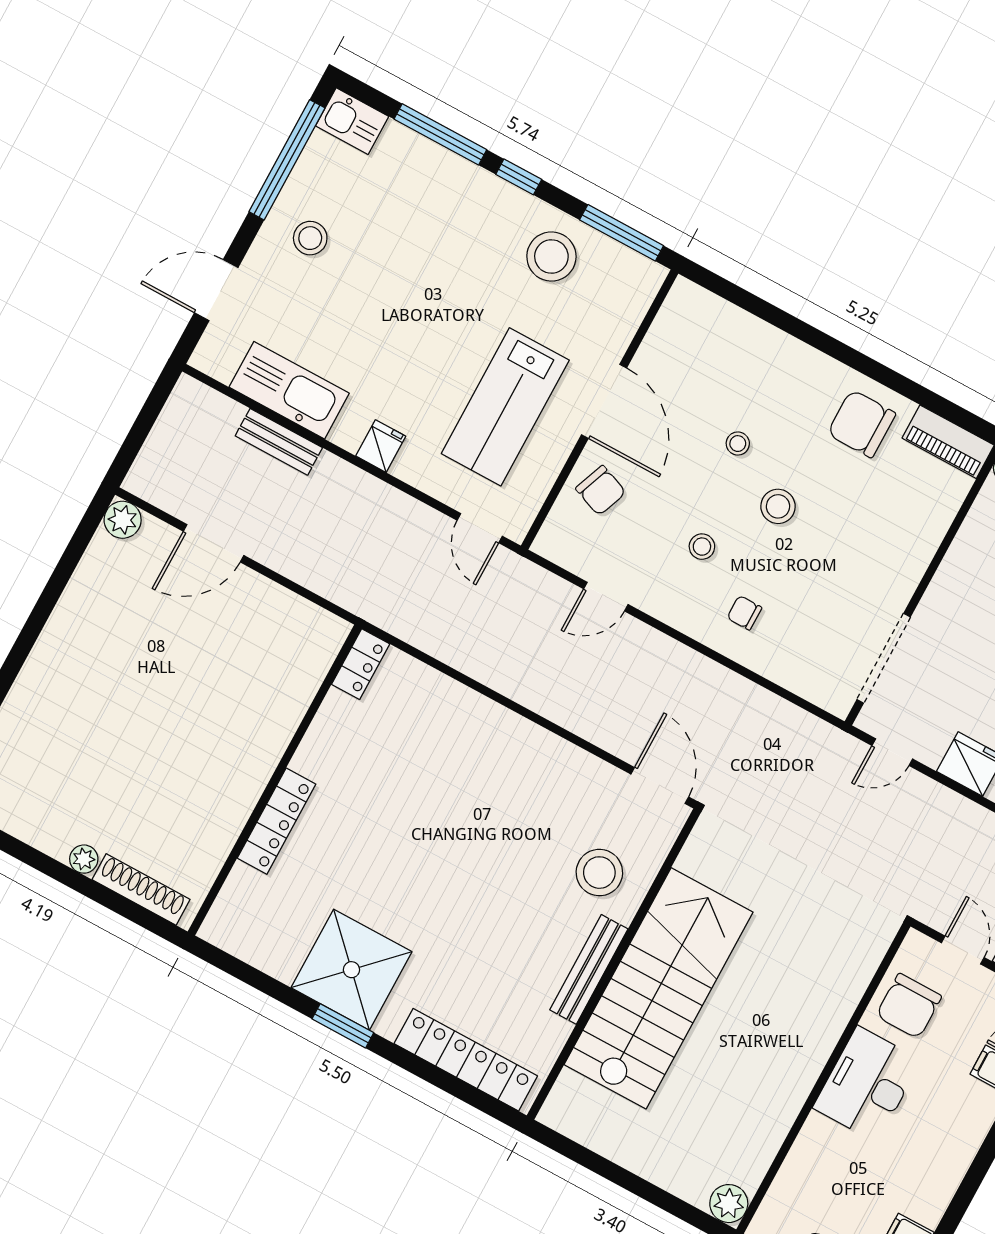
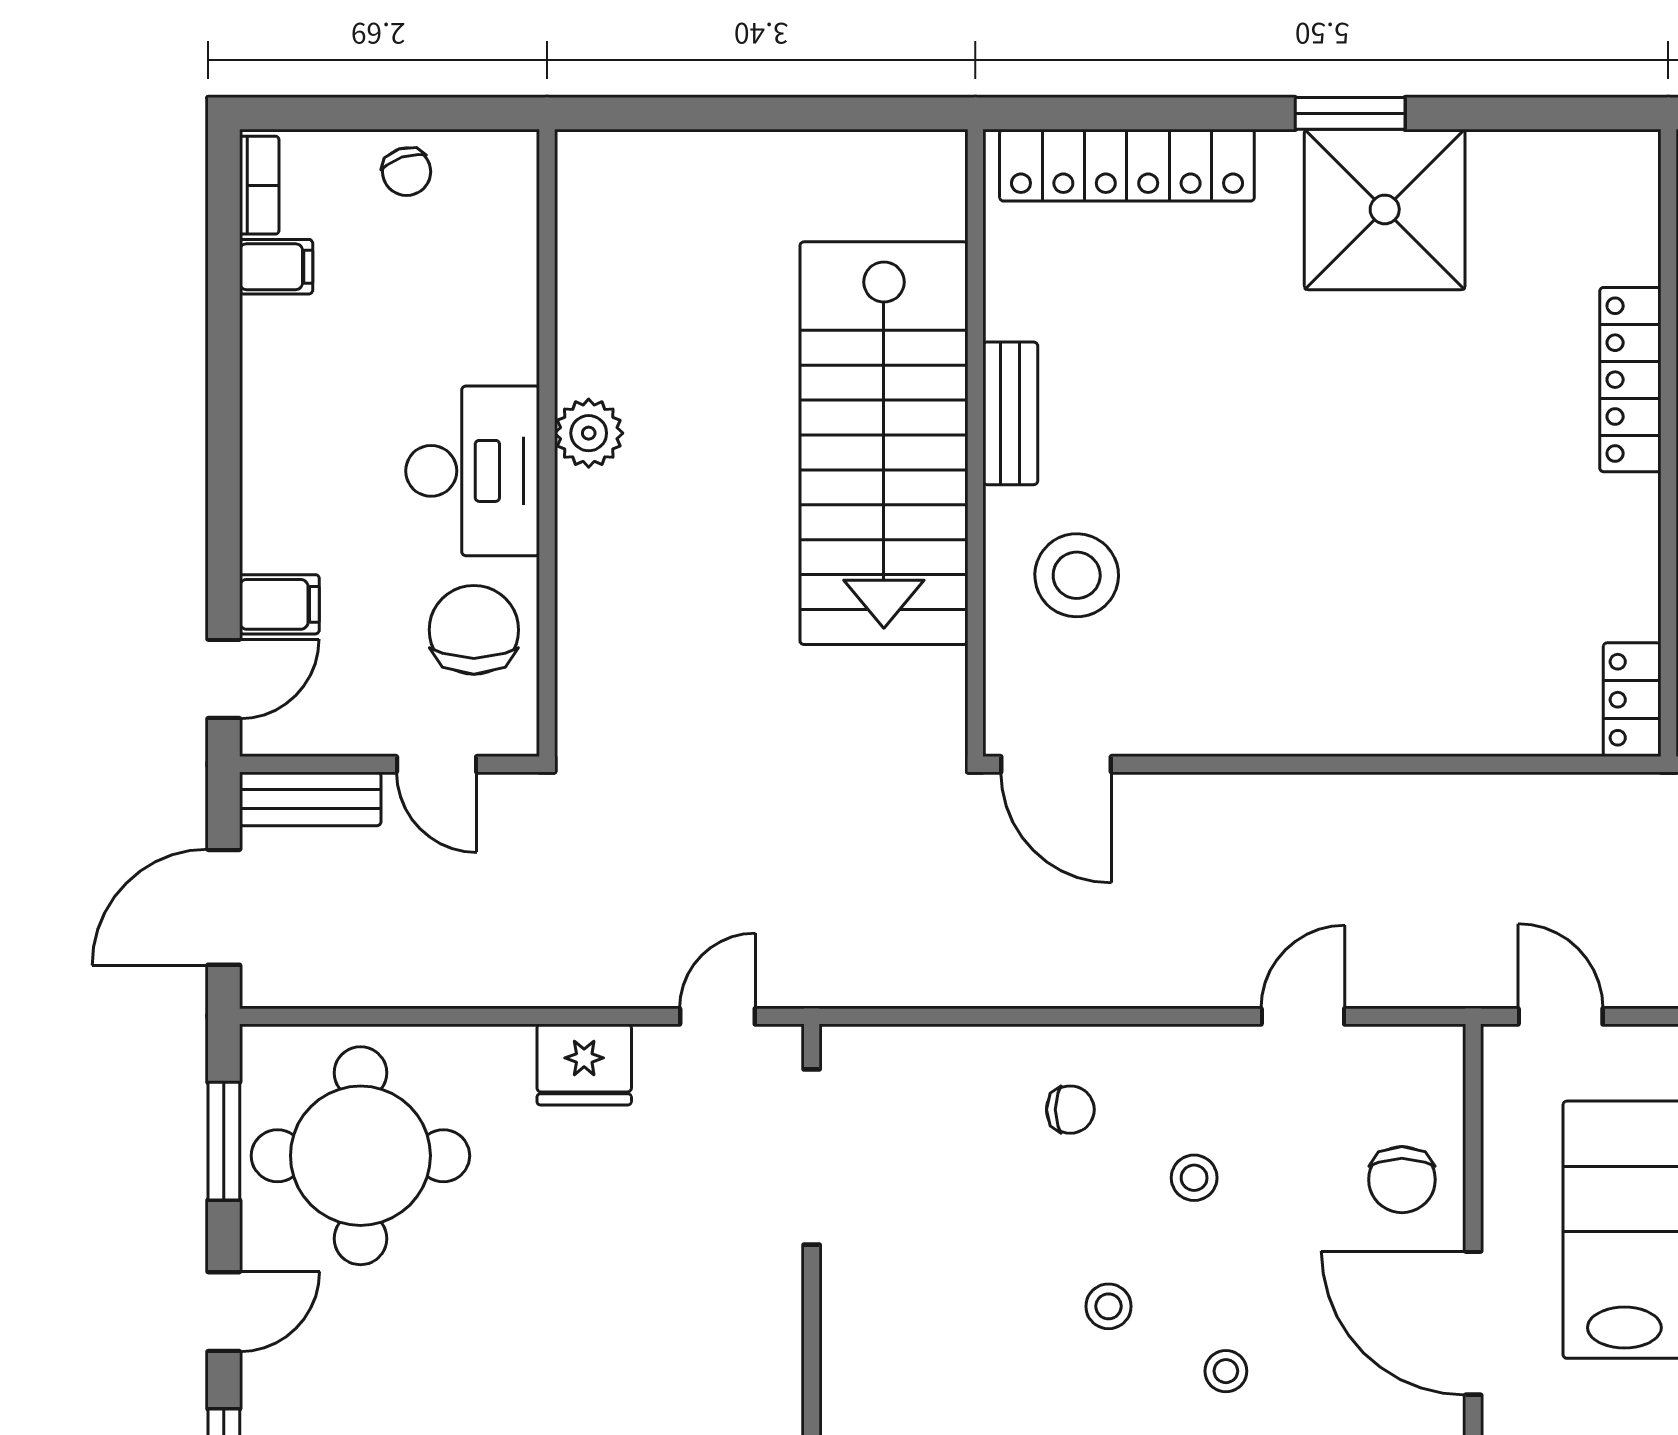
chair: (601, 490) -> (1402, 1180), turned -111
stool: (778, 506) -> (1109, 1306), width x0.73, depth x0.73
bench: (589, 969) -> (1010, 413), width x0.73
plant: (729, 1204) -> (589, 433), moved

